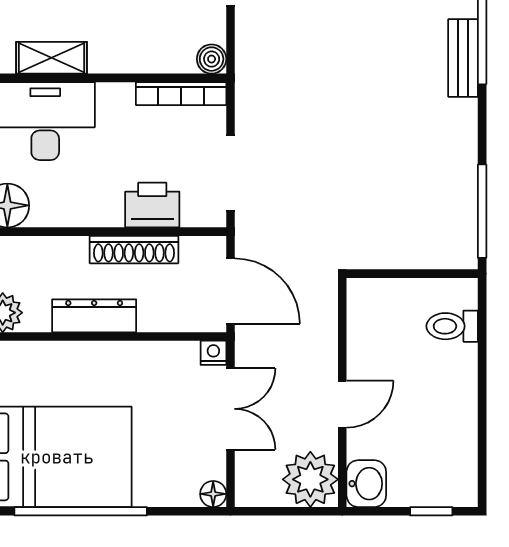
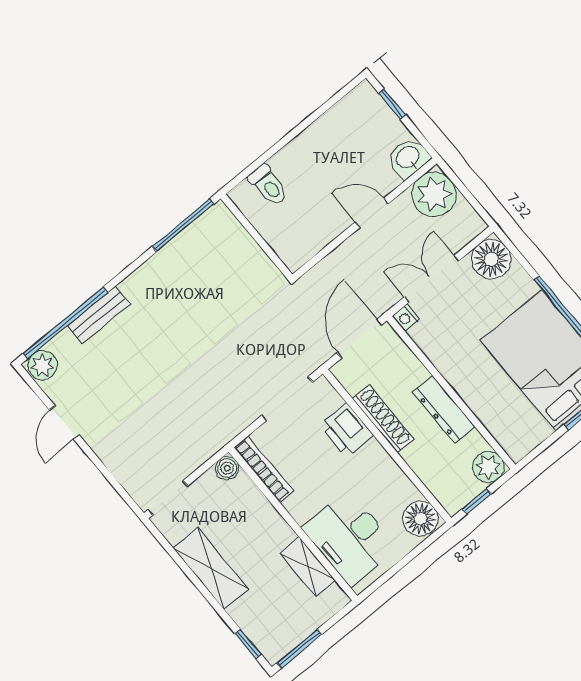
floor lamp: (213, 494) -> (491, 259), width x1.89, depth x1.89

